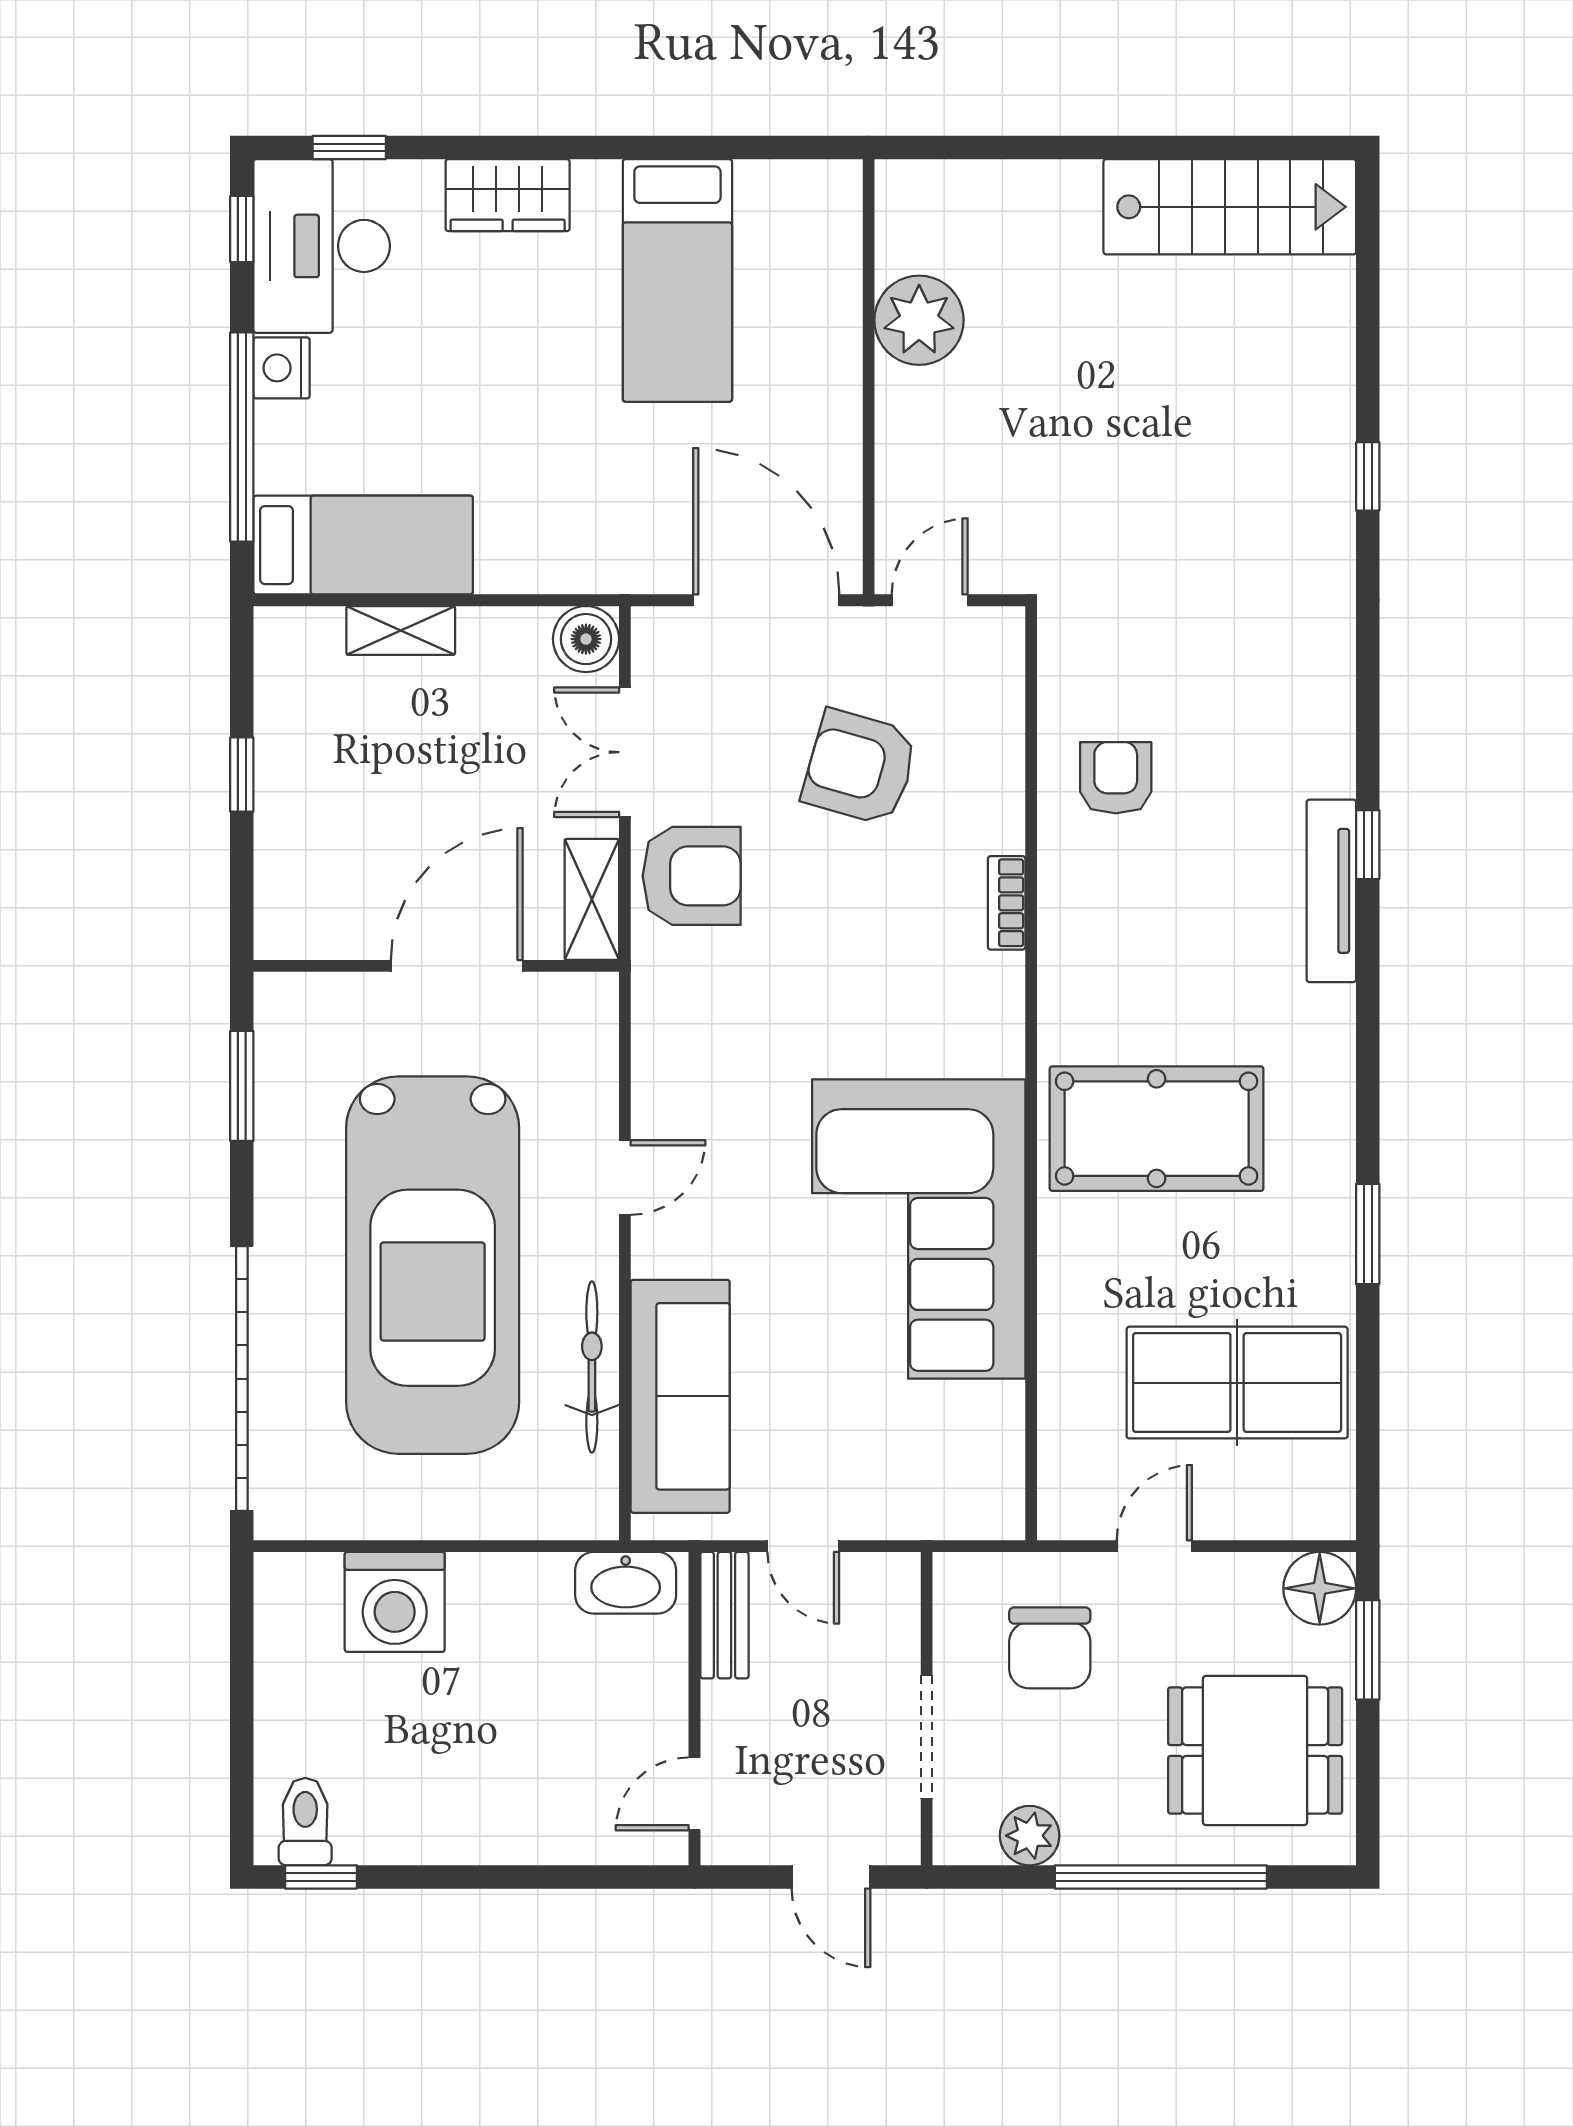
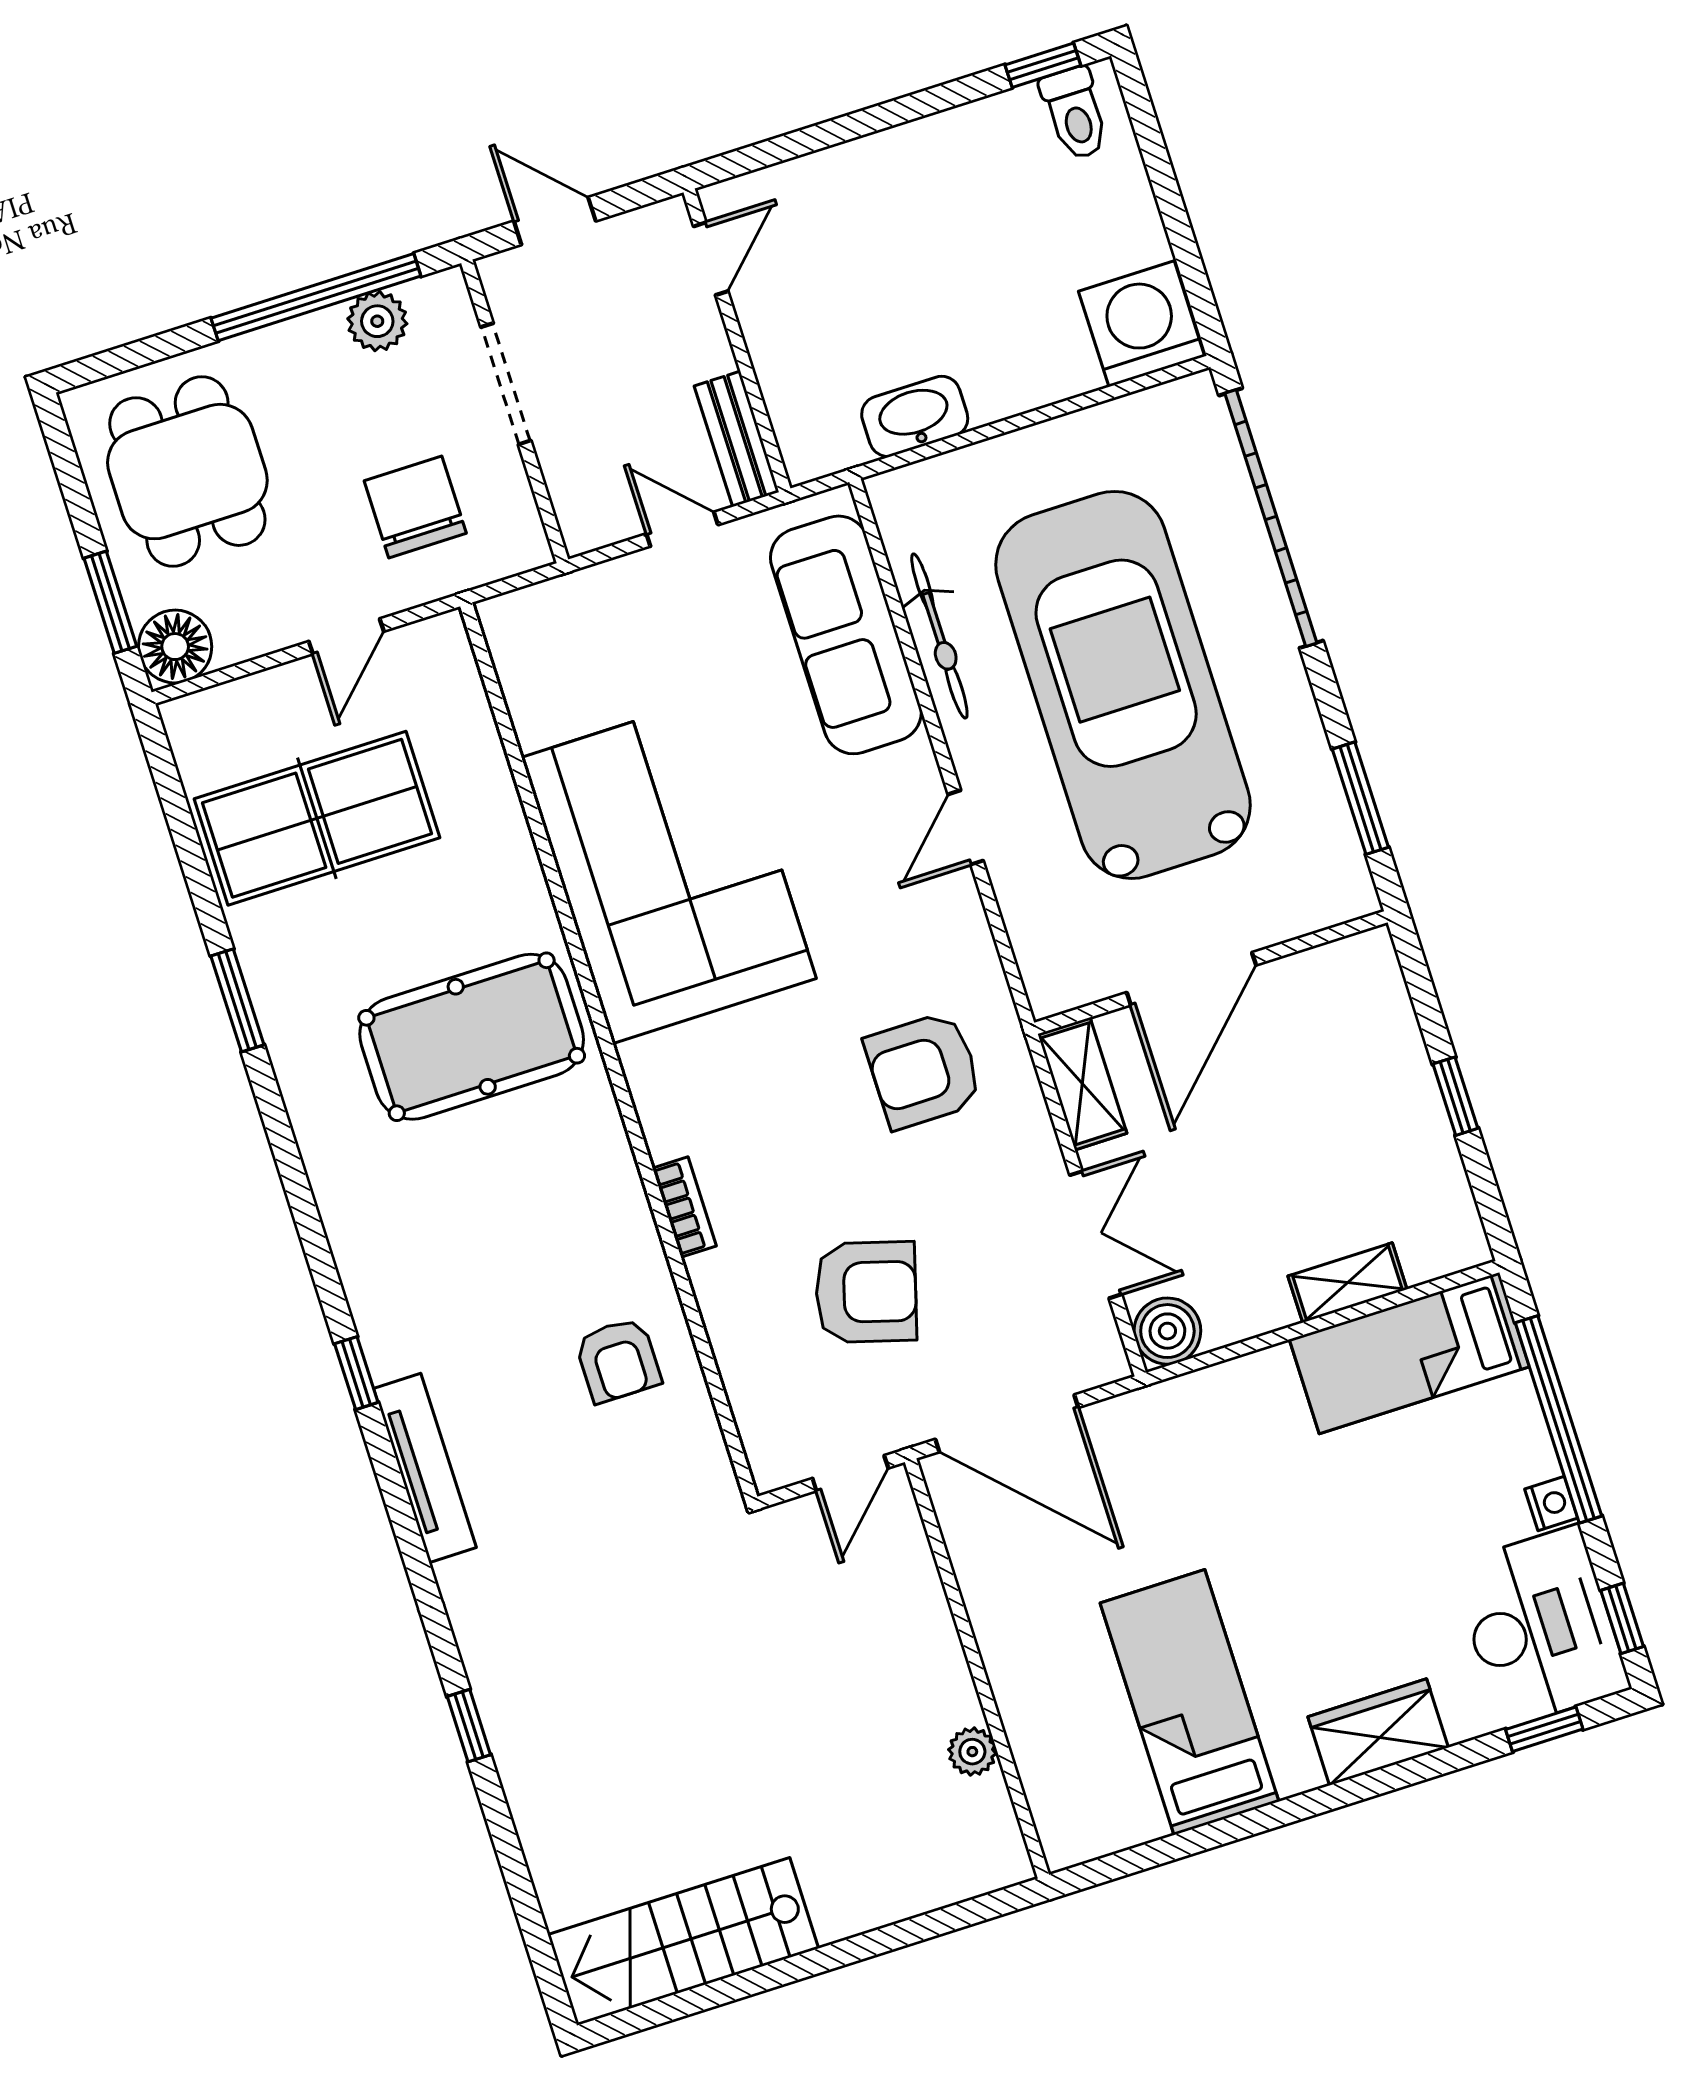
plant: (919, 320) -> (972, 1752), width x0.53, depth x0.53
nightstand: (282, 368) -> (1551, 1504), width x0.72, depth x0.74
armchair: (692, 876) -> (924, 1070), moved
tv unit: (1331, 891) -> (425, 1468), moved
washbasin: (626, 1583) -> (915, 416), moved
washing machine: (395, 1602) -> (1142, 324), moved
dining table: (1255, 1750) -> (187, 472), turned 90
window: (1161, 1877) -> (316, 297), moved

